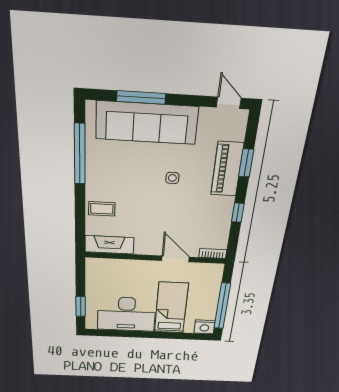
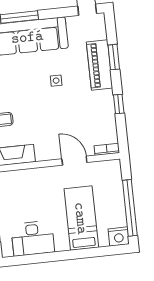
desk: (126, 314) -> (33, 238), width x0.73, depth x0.77

